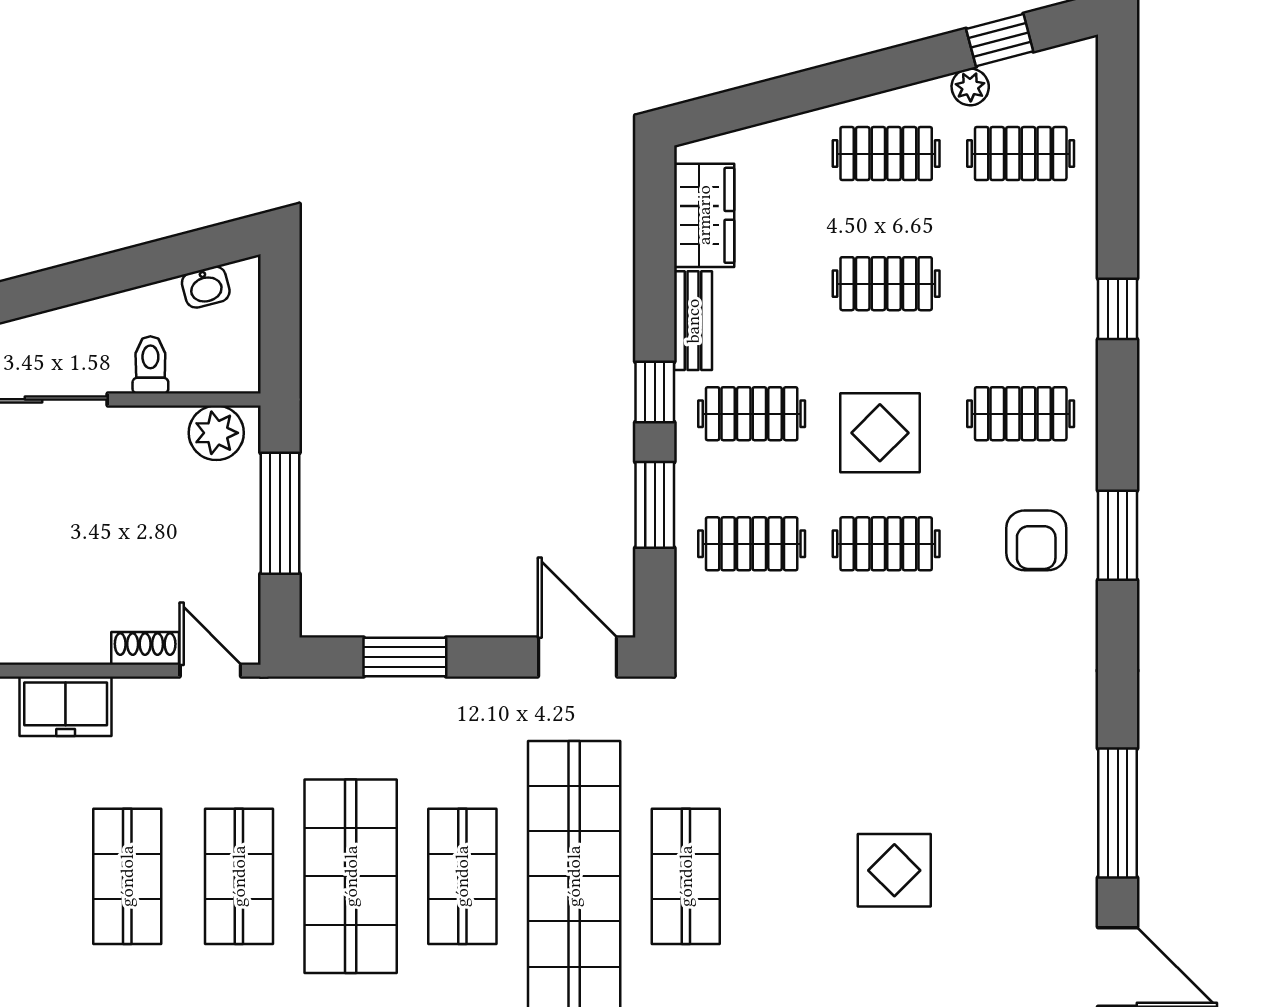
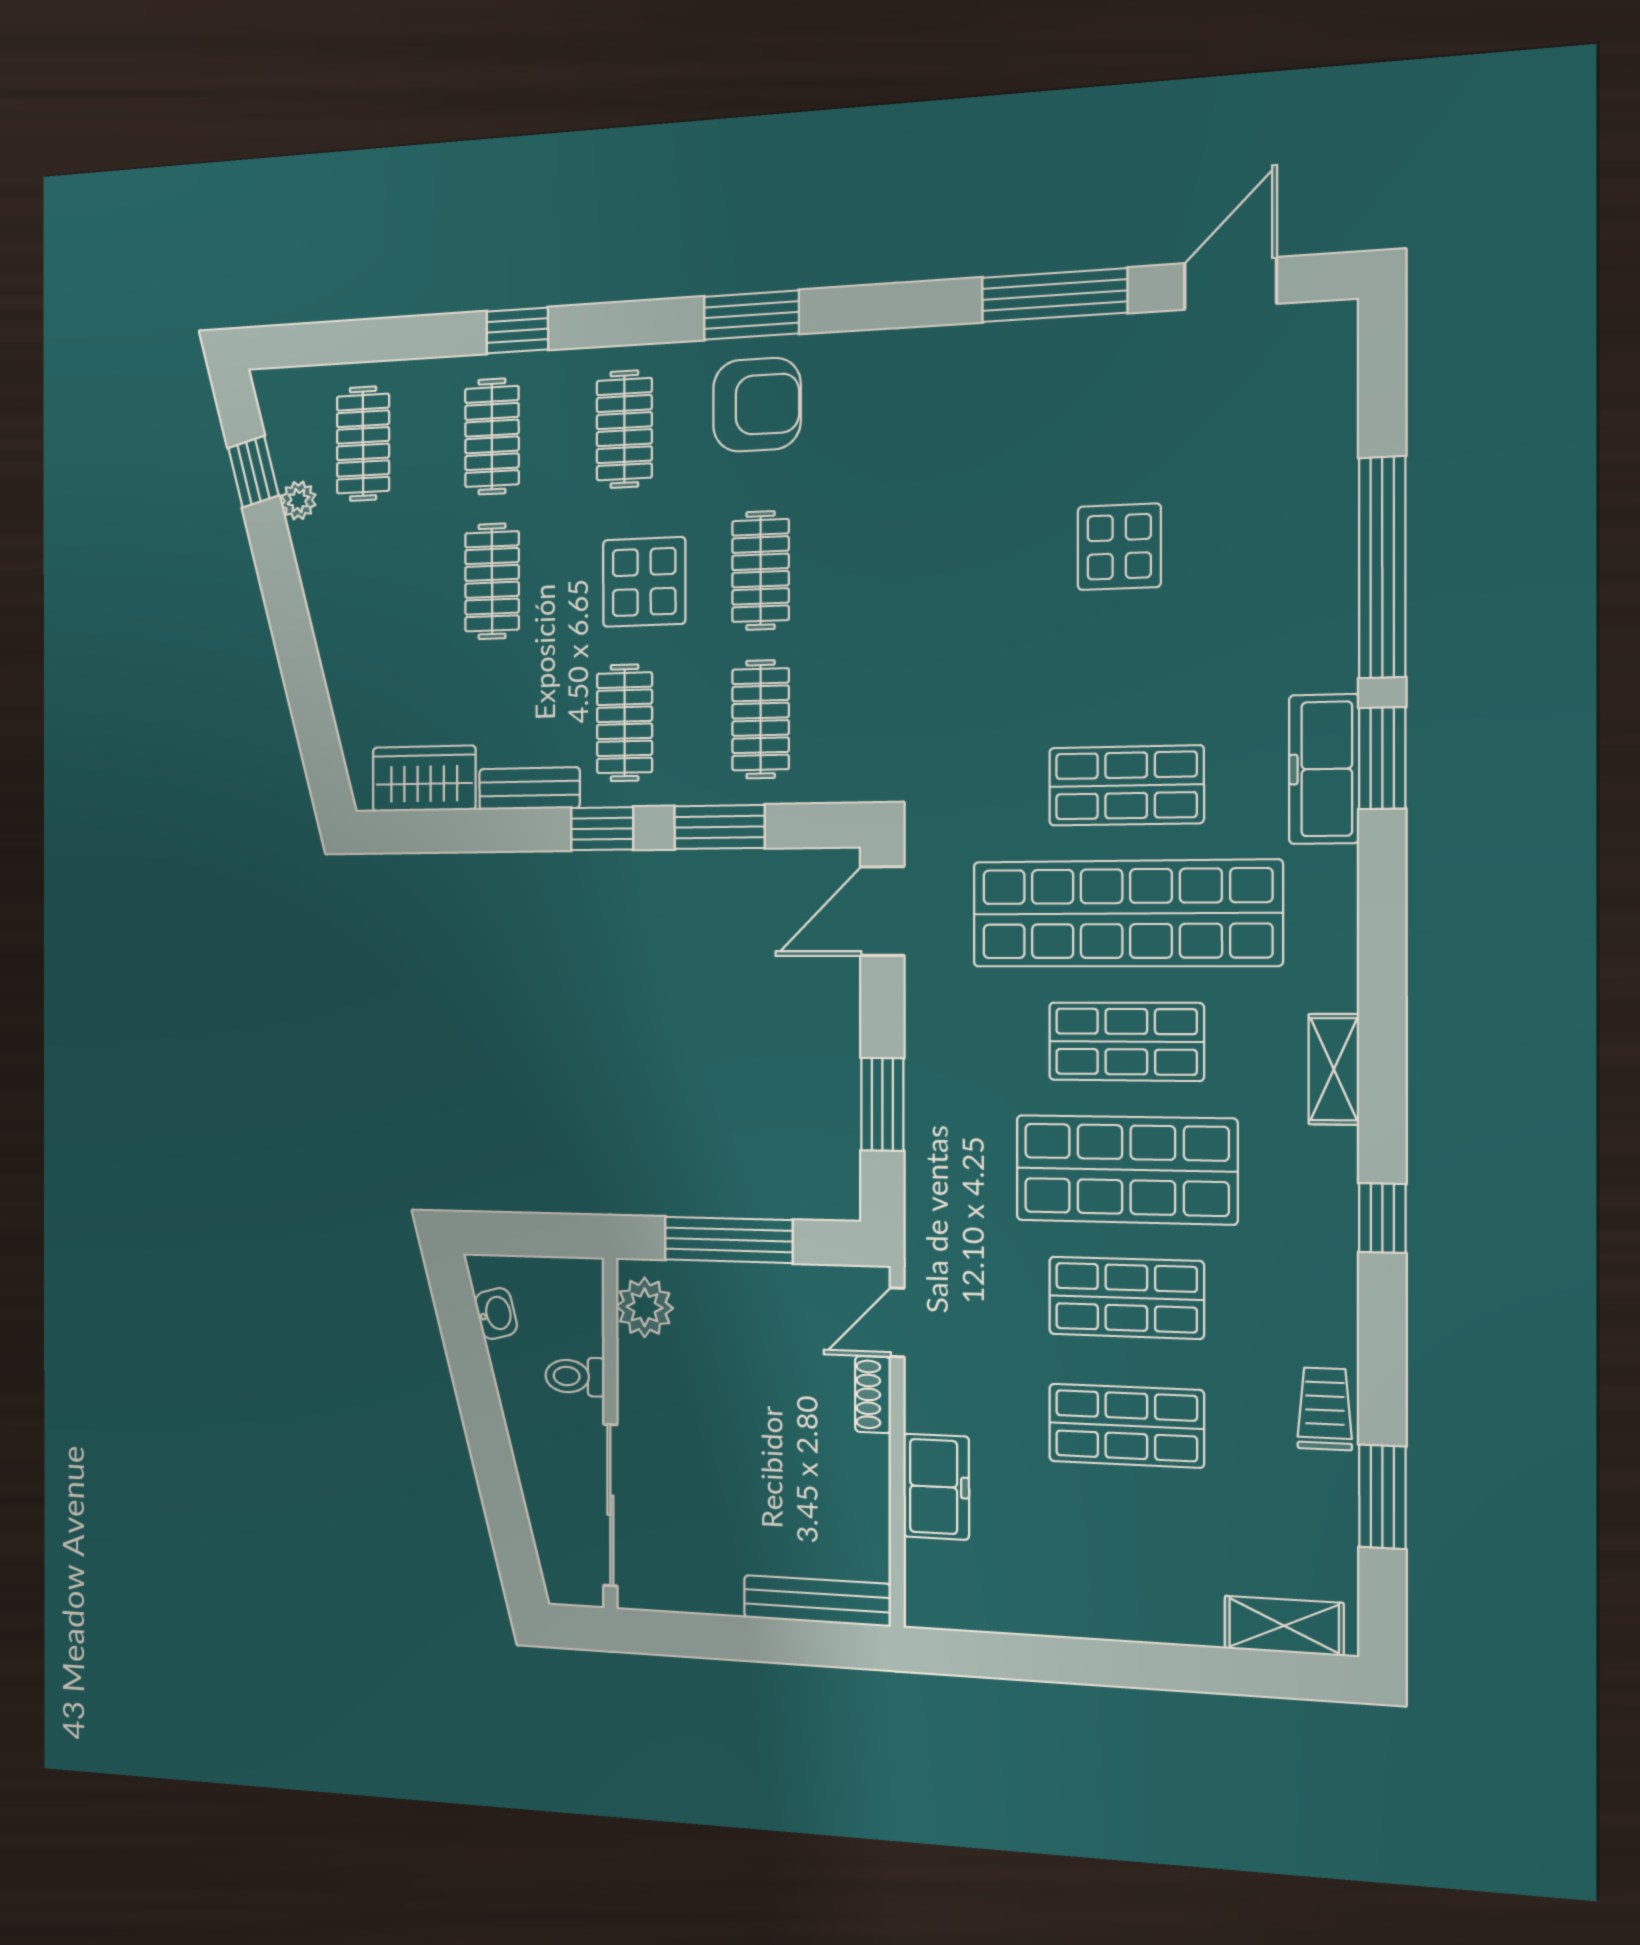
clothes rail: (886, 154) -> (492, 437), moved
armchair: (1036, 540) -> (757, 405), width x1.38, depth x1.38

